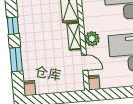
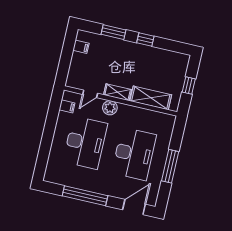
filing cabinet: (94, 83) -> (67, 106), moved
filing cabinet: (29, 88) -> (81, 47), moved

